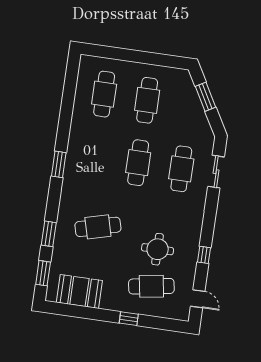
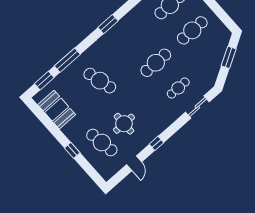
cafe table: (181, 169) -> (178, 88), width x0.73, depth x0.74
window: (49, 234) -> (67, 60), width x1.44
window: (204, 255) -> (157, 143), moved
door: (198, 299) -> (134, 163), moved

